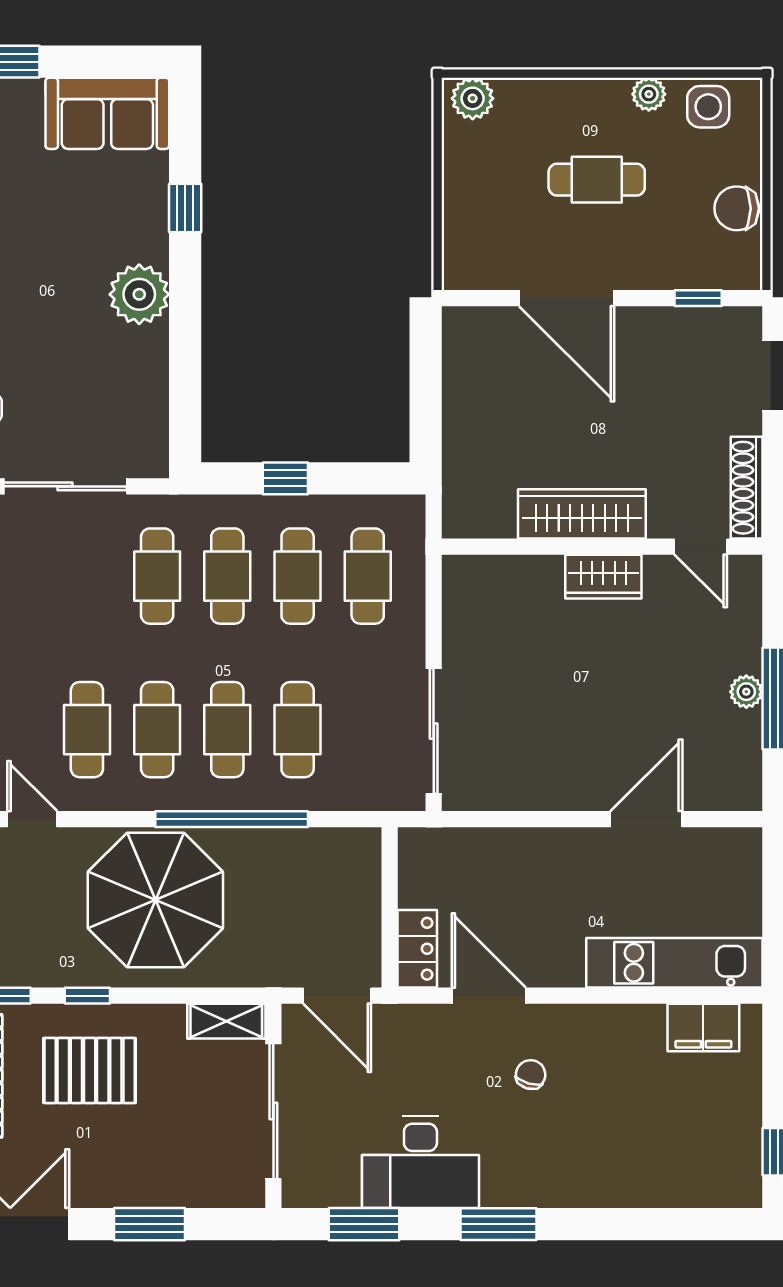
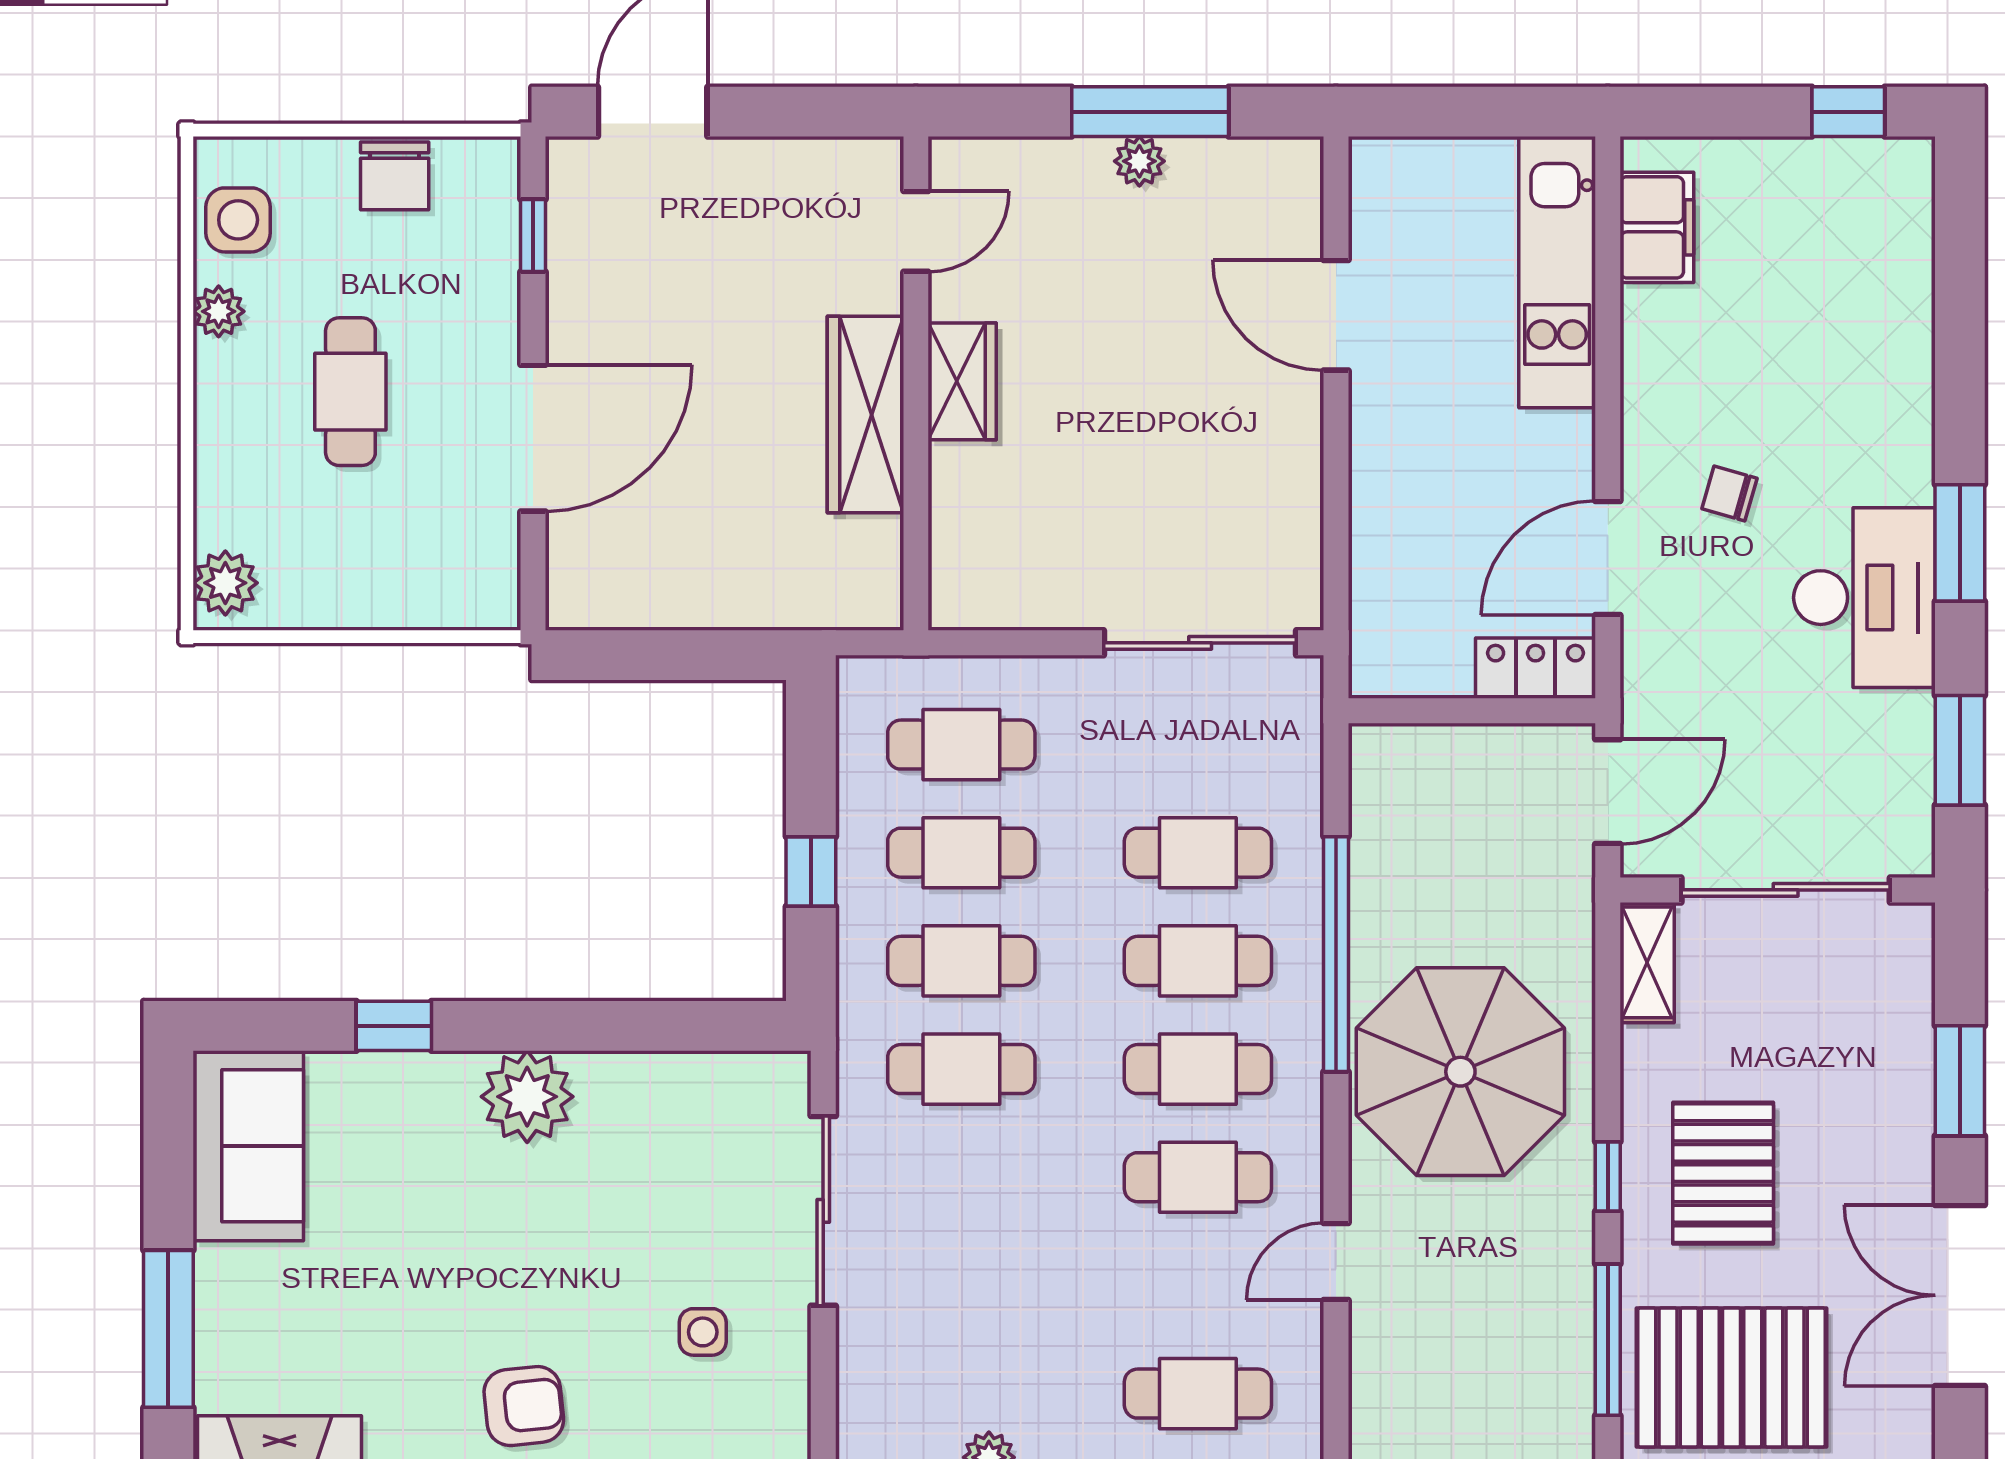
shoe rack: (747, 488) -> (825, 161), removed
desk: (420, 1162) -> (1864, 598), moved

